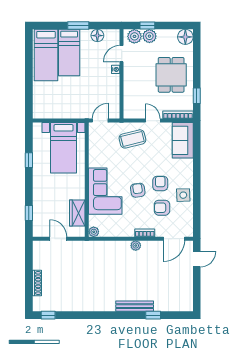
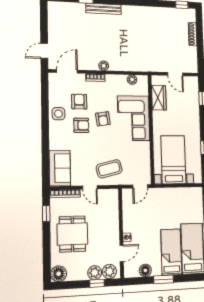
armchair: (160, 183) -> (81, 125), turned -90
armchair: (162, 208) -> (79, 102), turned -90
plant: (94, 232) -> (132, 80), moved

